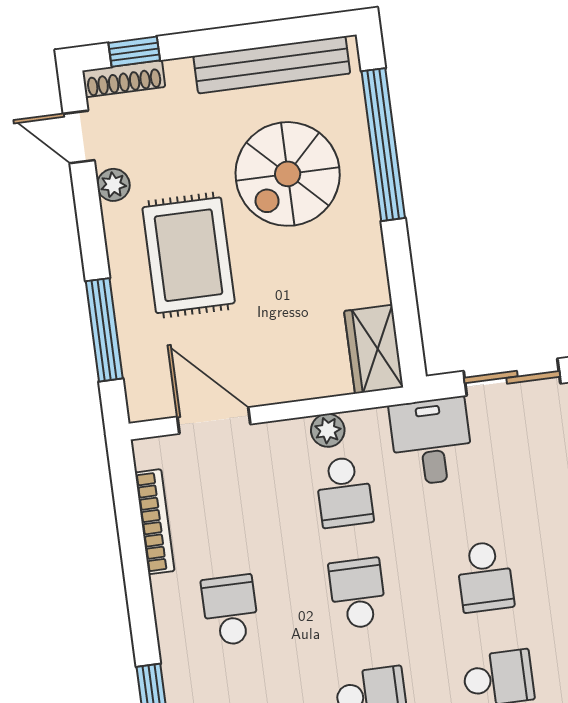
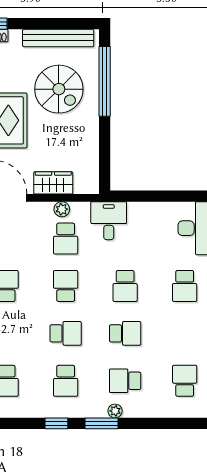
spiral stairs: (288, 174) -> (59, 89), turned -90
wardrobe: (374, 349) -> (53, 183), moved, turned 90
sliding door: (512, 377) -> (150, 196), removed

